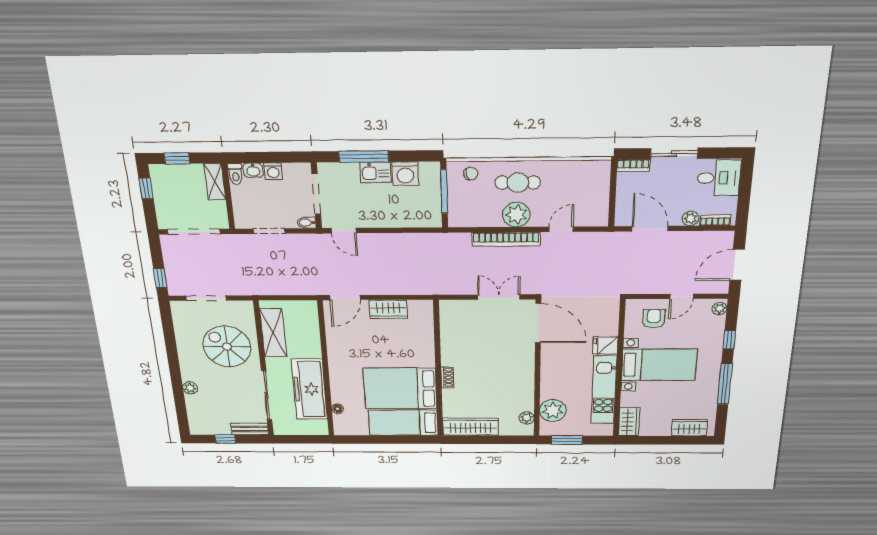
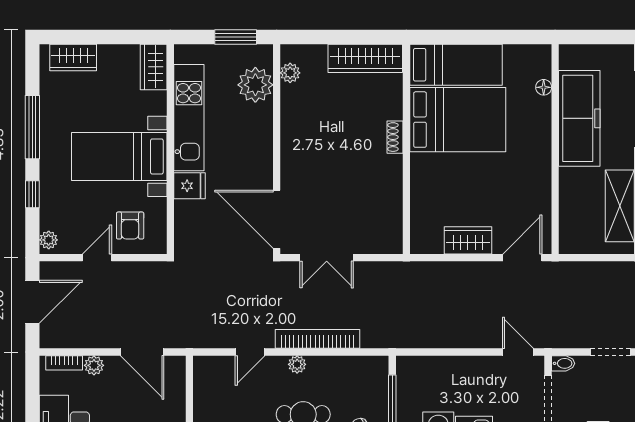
plant: (516, 215) -> (297, 364), width x0.53, depth x0.53

